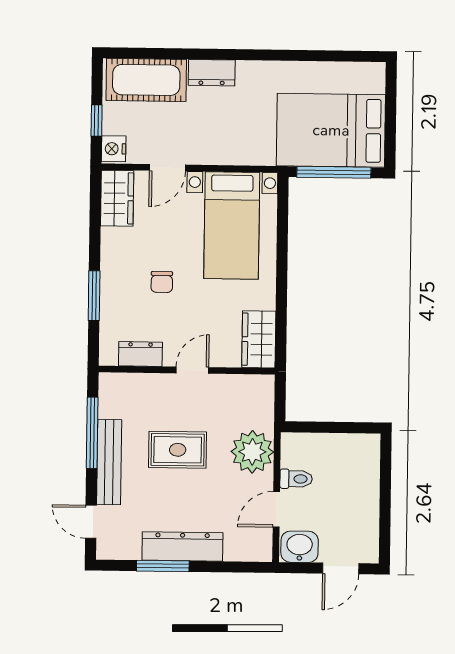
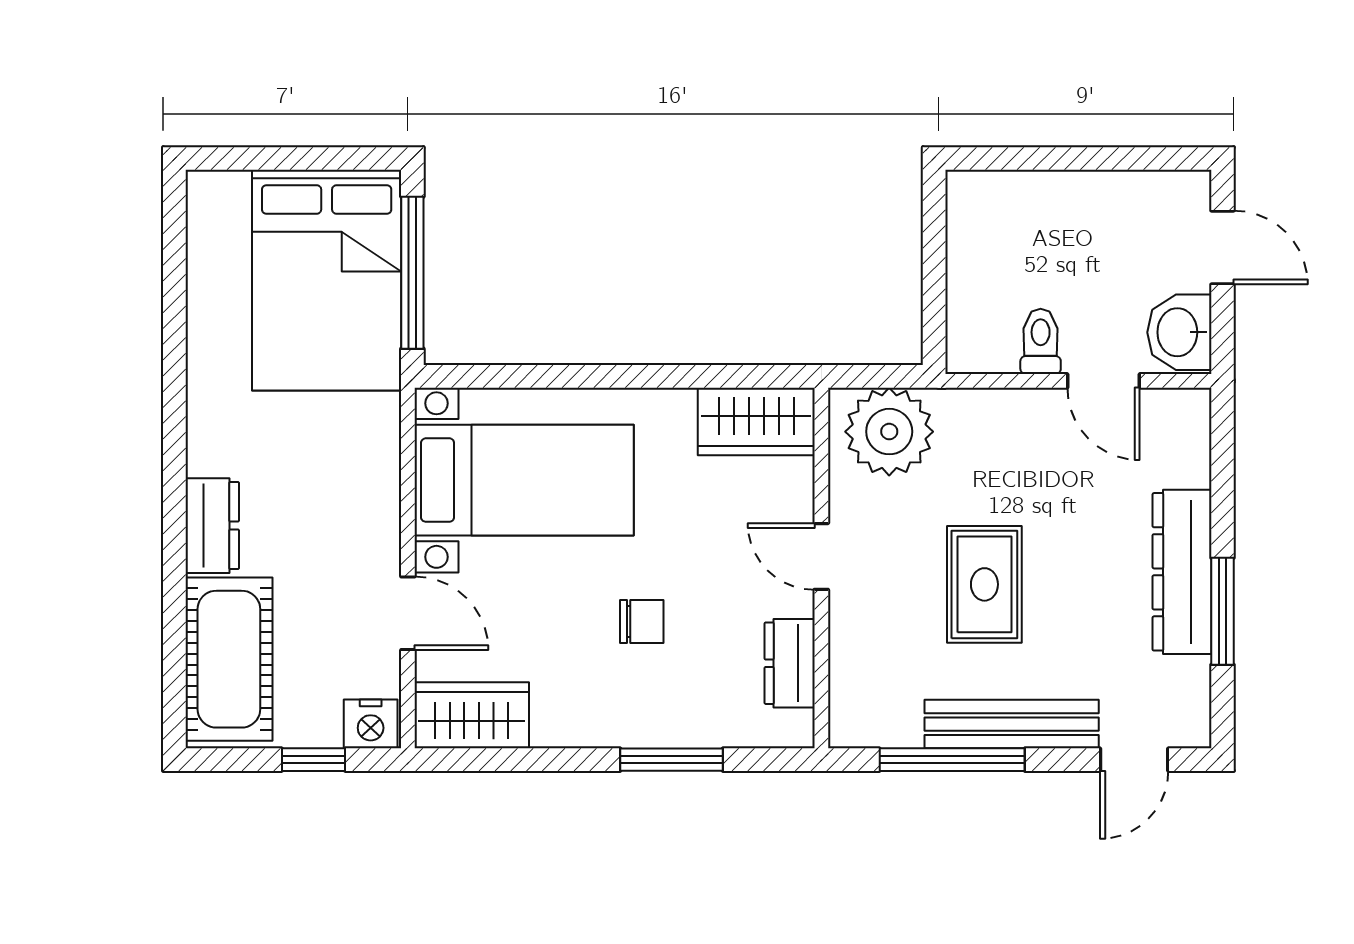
plant: (252, 452) -> (889, 432), moved

